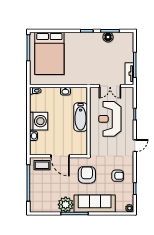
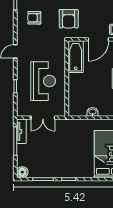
floor lamp: (108, 37) -> (22, 172), moved
double door: (110, 86) -> (43, 118), swing flipped
bathtub: (81, 117) -> (76, 57), moved
door: (60, 156) -> (98, 39), swing flipped

